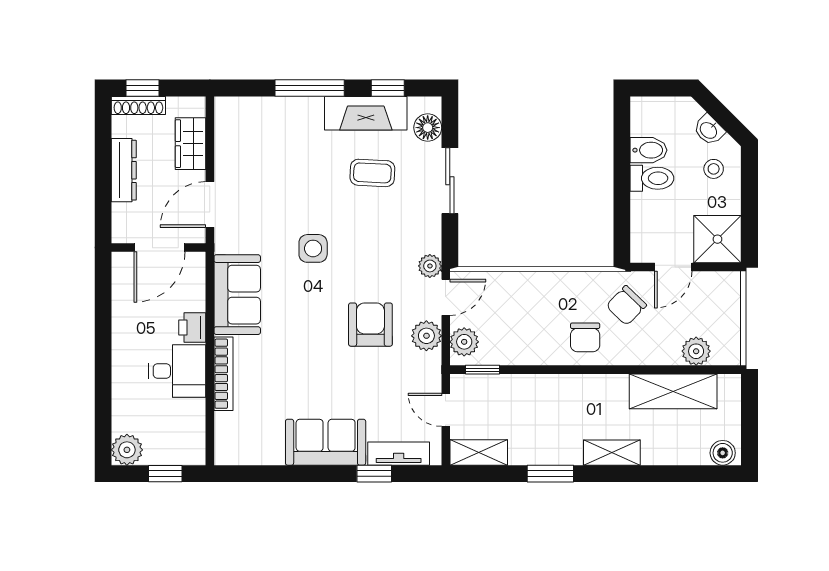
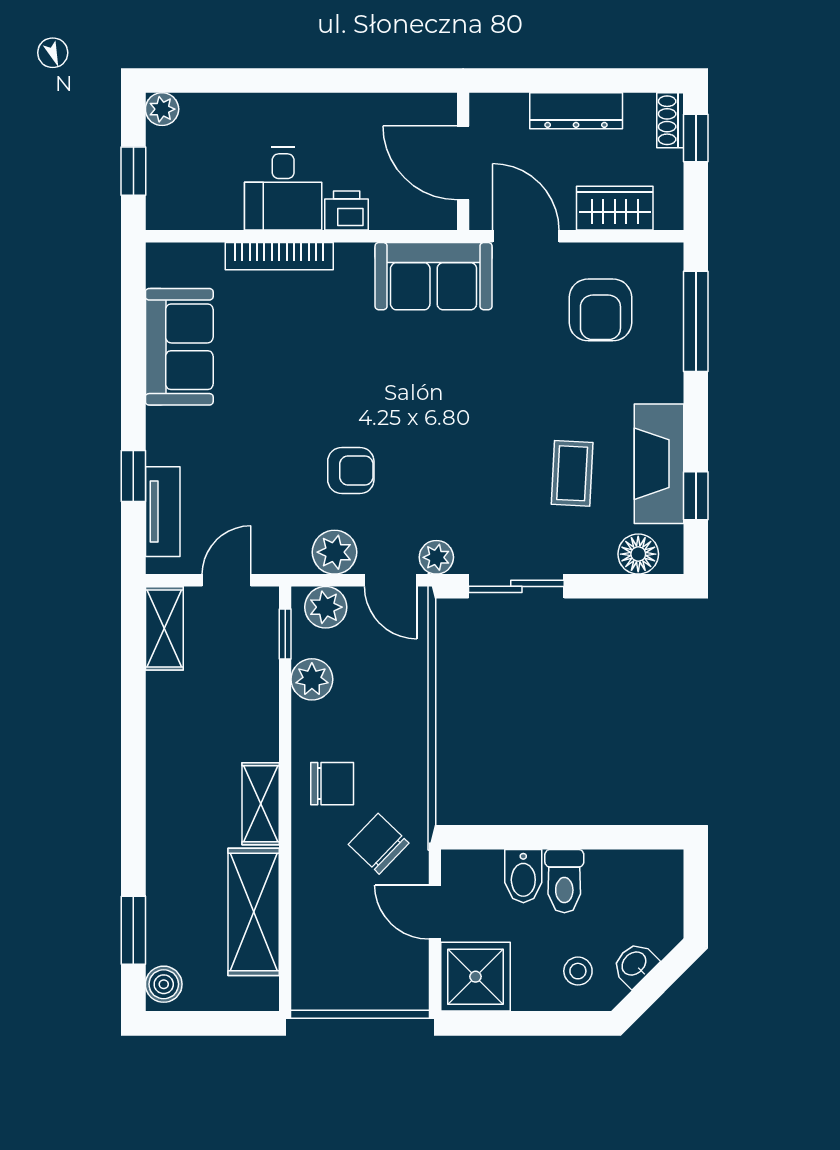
window: (310, 88) -> (696, 321), moved
shoe rack: (138, 106) -> (670, 120), width x0.70
bidet: (649, 150) -> (523, 876), moved
armchair: (260, 153) -> (600, 310), added
sliding door: (450, 181) -> (516, 586), moved
side table: (313, 248) -> (462, 387), removed
sofa: (237, 295) -> (434, 276), moved
armchair: (370, 325) -> (351, 470), width x0.72, depth x0.72
chair: (585, 337) -> (332, 784), turned 180
plant: (696, 351) -> (312, 679), moved
sofa: (326, 442) -> (179, 347), moved
plant: (127, 450) -> (162, 109), width x0.73, depth x0.73
shelving: (612, 453) -> (261, 804), moved
window: (550, 474) -> (133, 930), moved

